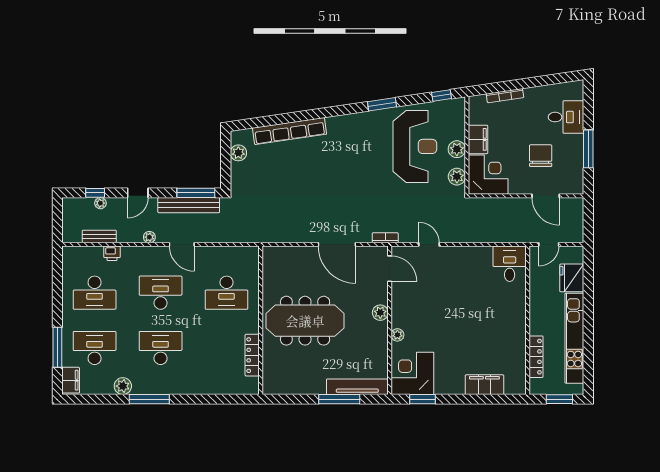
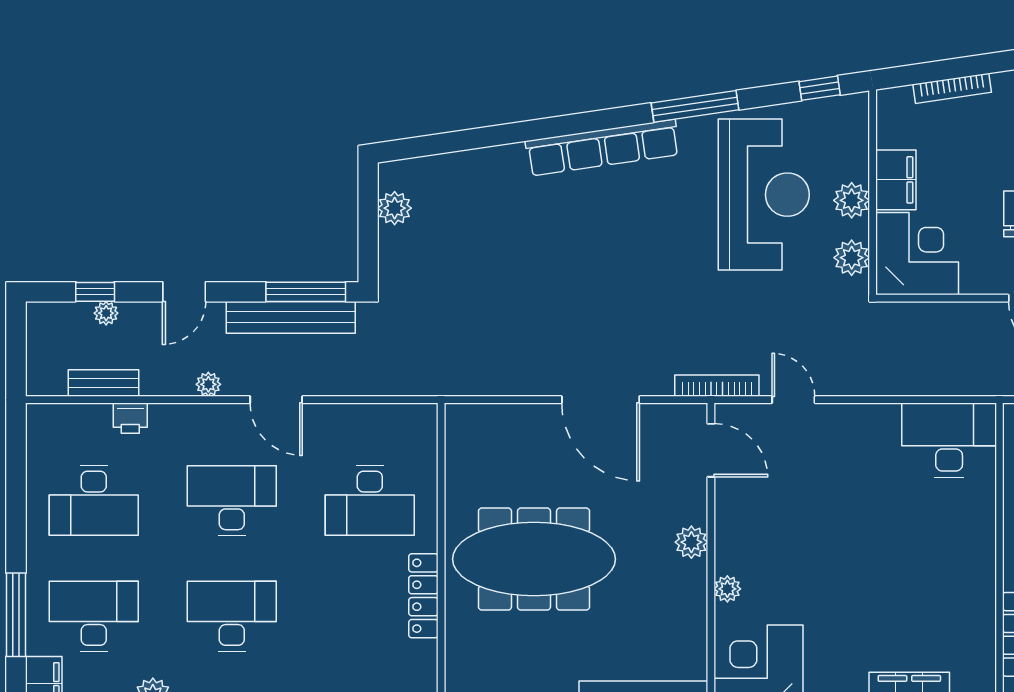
window: (382, 104) -> (695, 106), width x1.44
row of seats: (290, 131) -> (603, 148), moved
bookcase: (385, 238) -> (717, 386), width x1.56
desk: (510, 264) -> (949, 440), width x1.37
locker: (252, 355) -> (423, 596), moved

